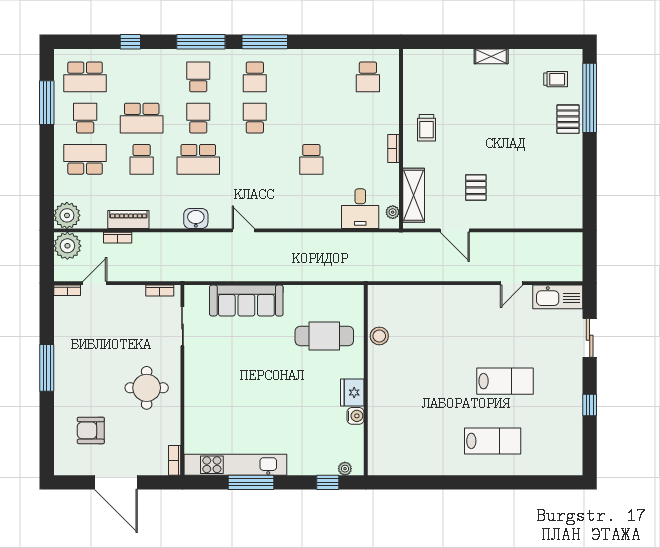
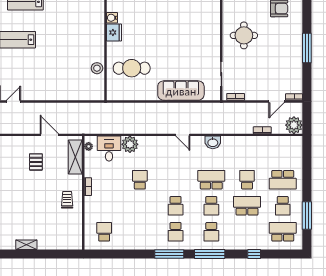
school desk: (255, 77) -> (176, 232), turned 180
plant: (67, 215) -> (130, 144), moved
piano: (128, 219) -> (255, 142), removed

